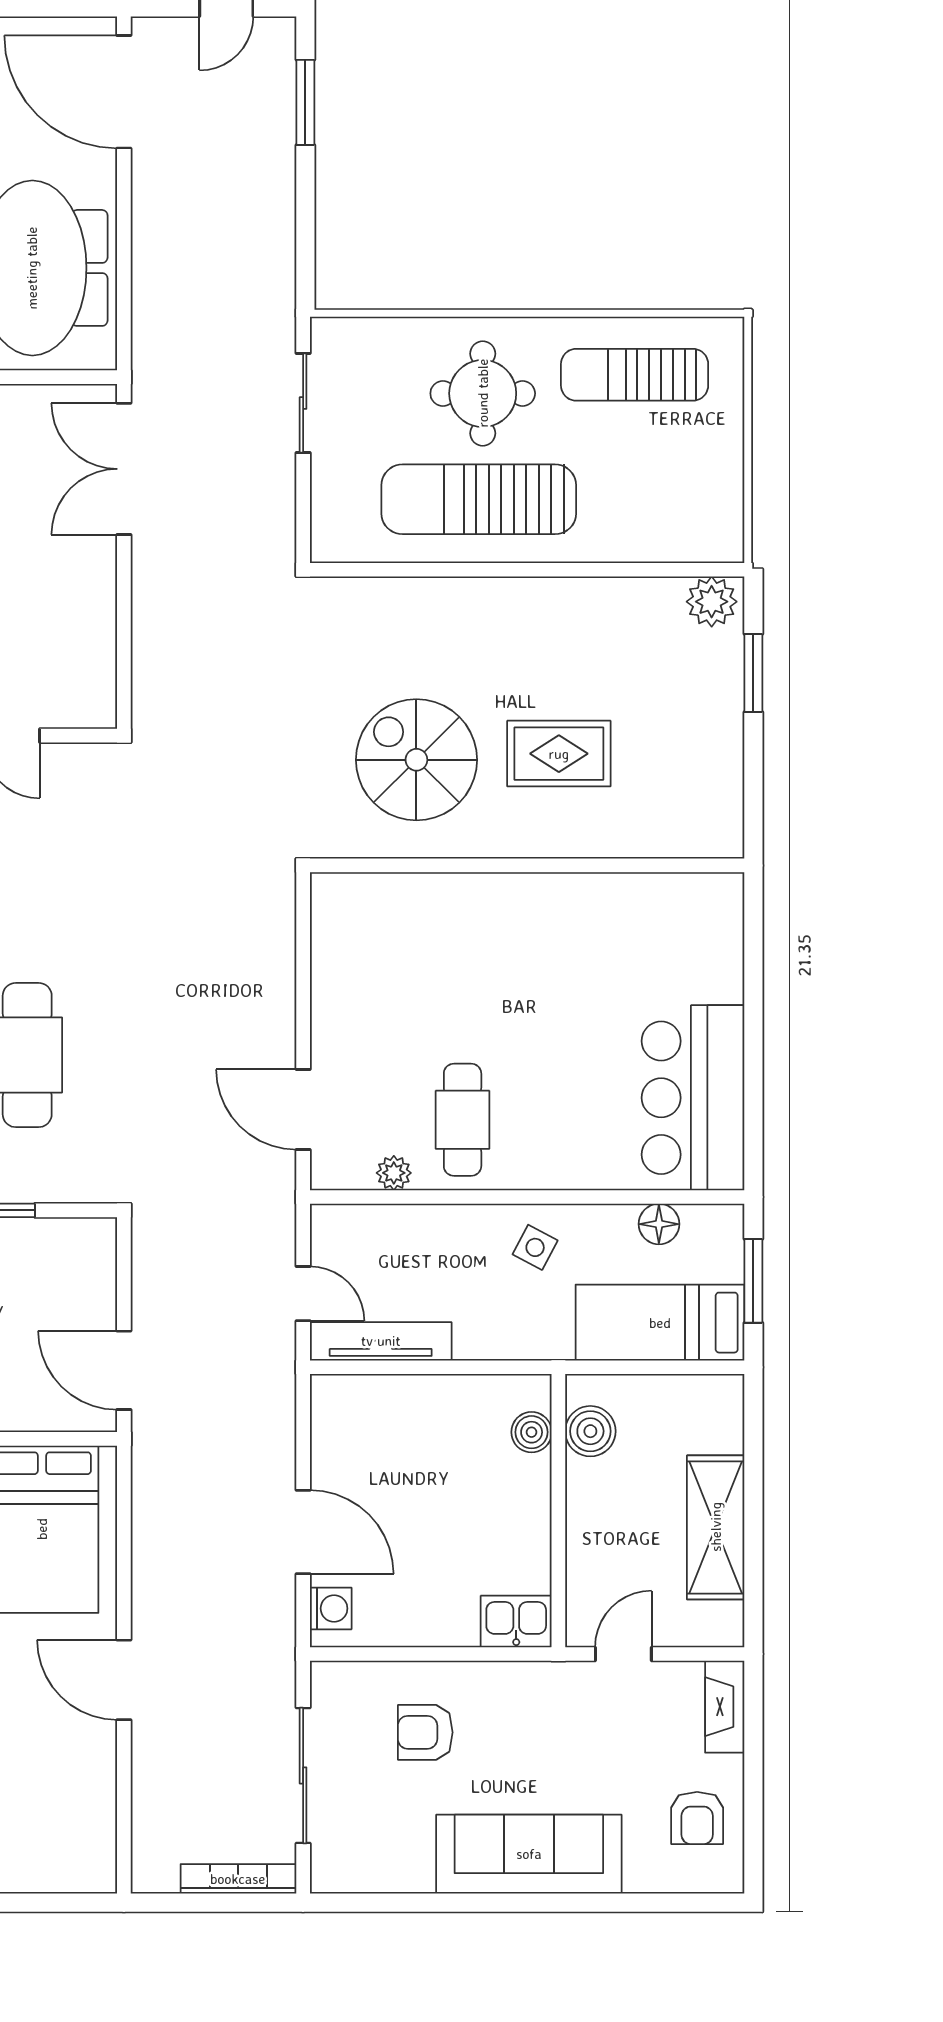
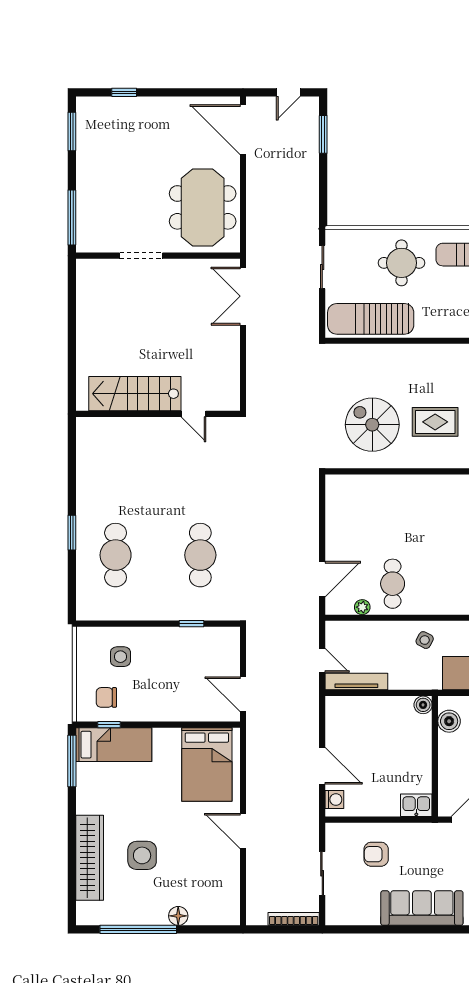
sun lounger: (479, 499) -> (371, 319), moved
door: (303, 1109) -> (322, 579), swing flipped
boiler: (532, 1432) -> (423, 705), moved
sliding door: (303, 1775) -> (322, 873), width x0.73

